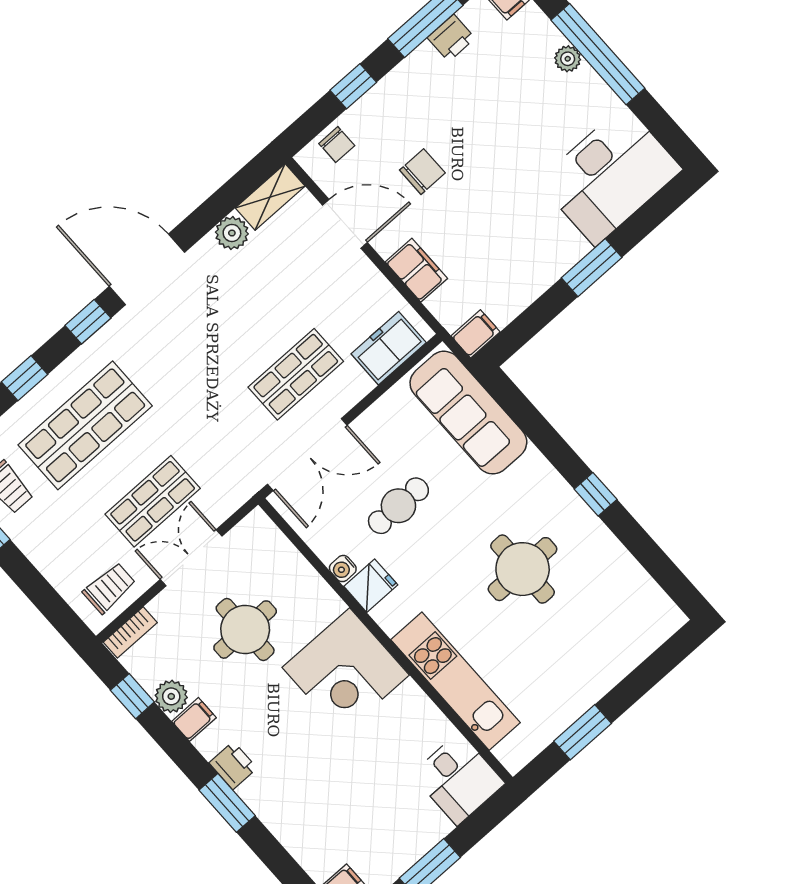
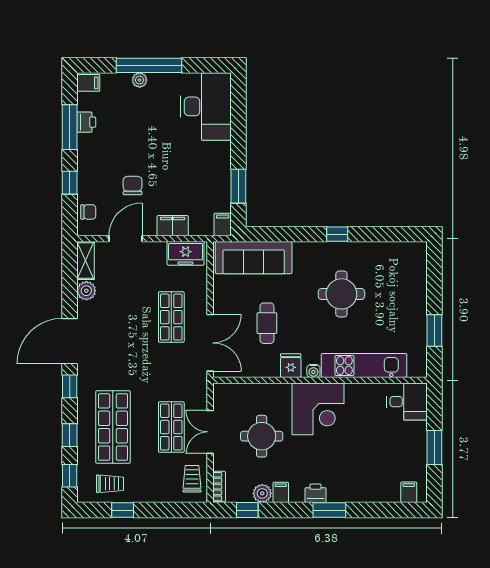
window: (592, 268) -> (238, 186), moved
freezer: (389, 348) -> (186, 253), moved, turned -90
water cooler: (343, 569) -> (313, 371), moved

